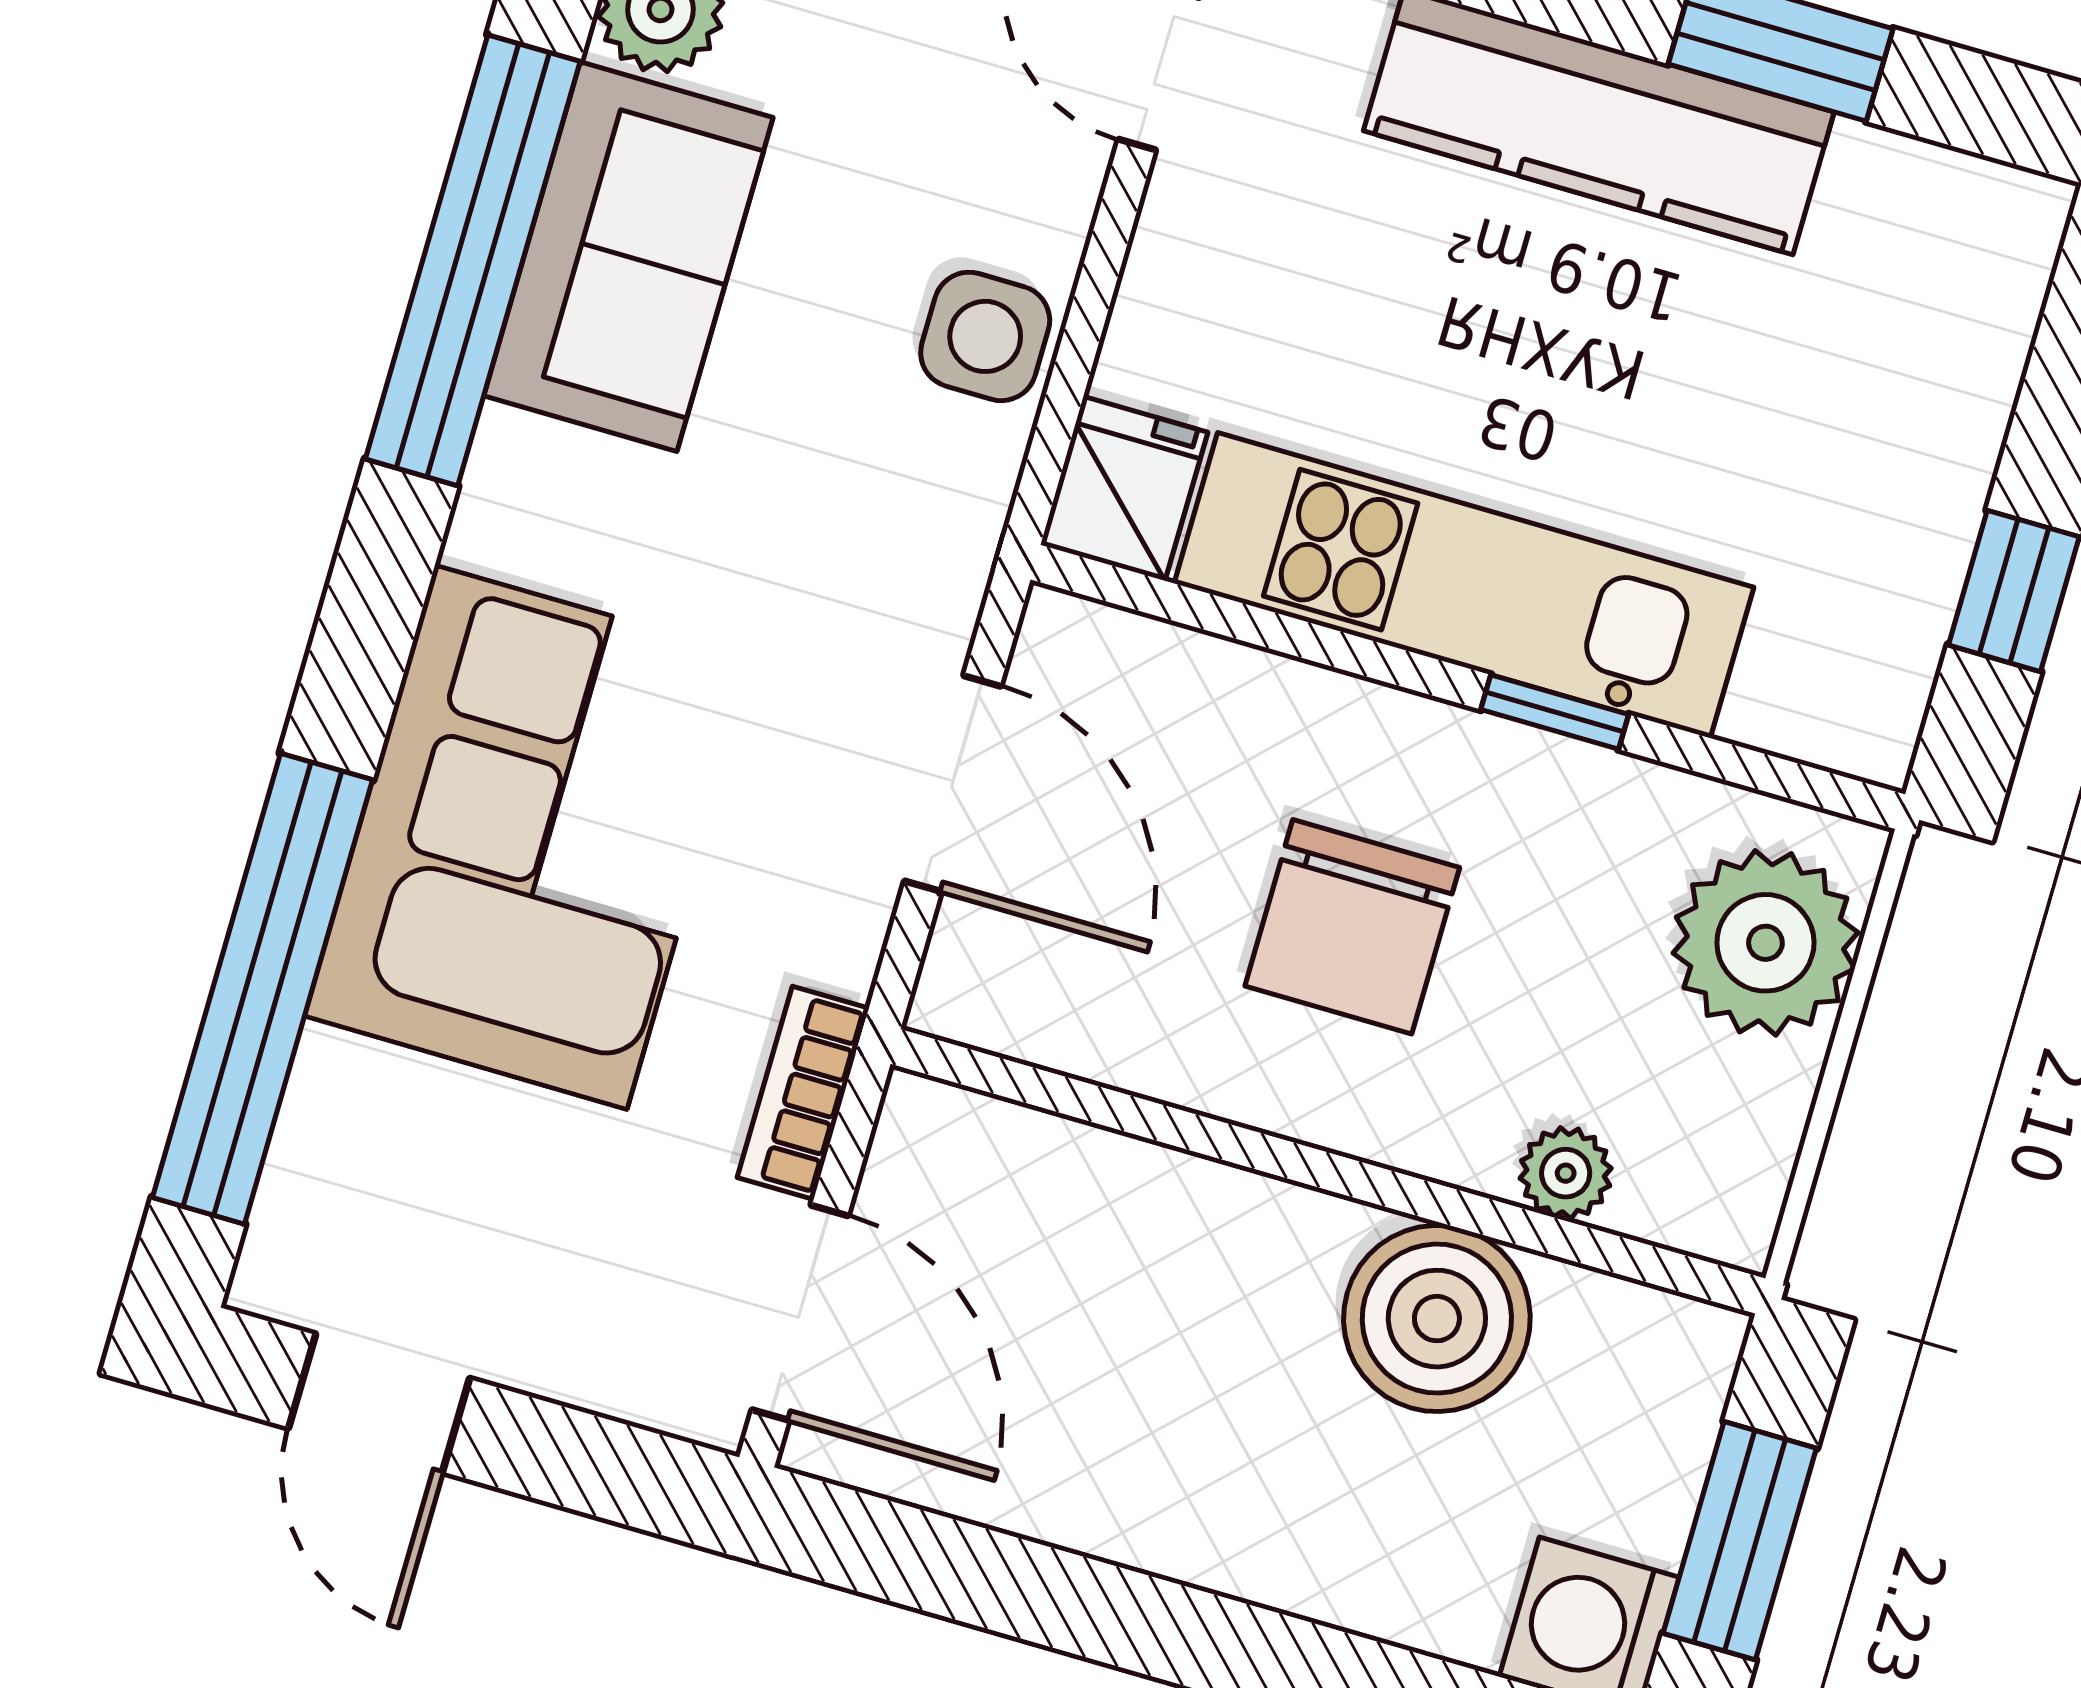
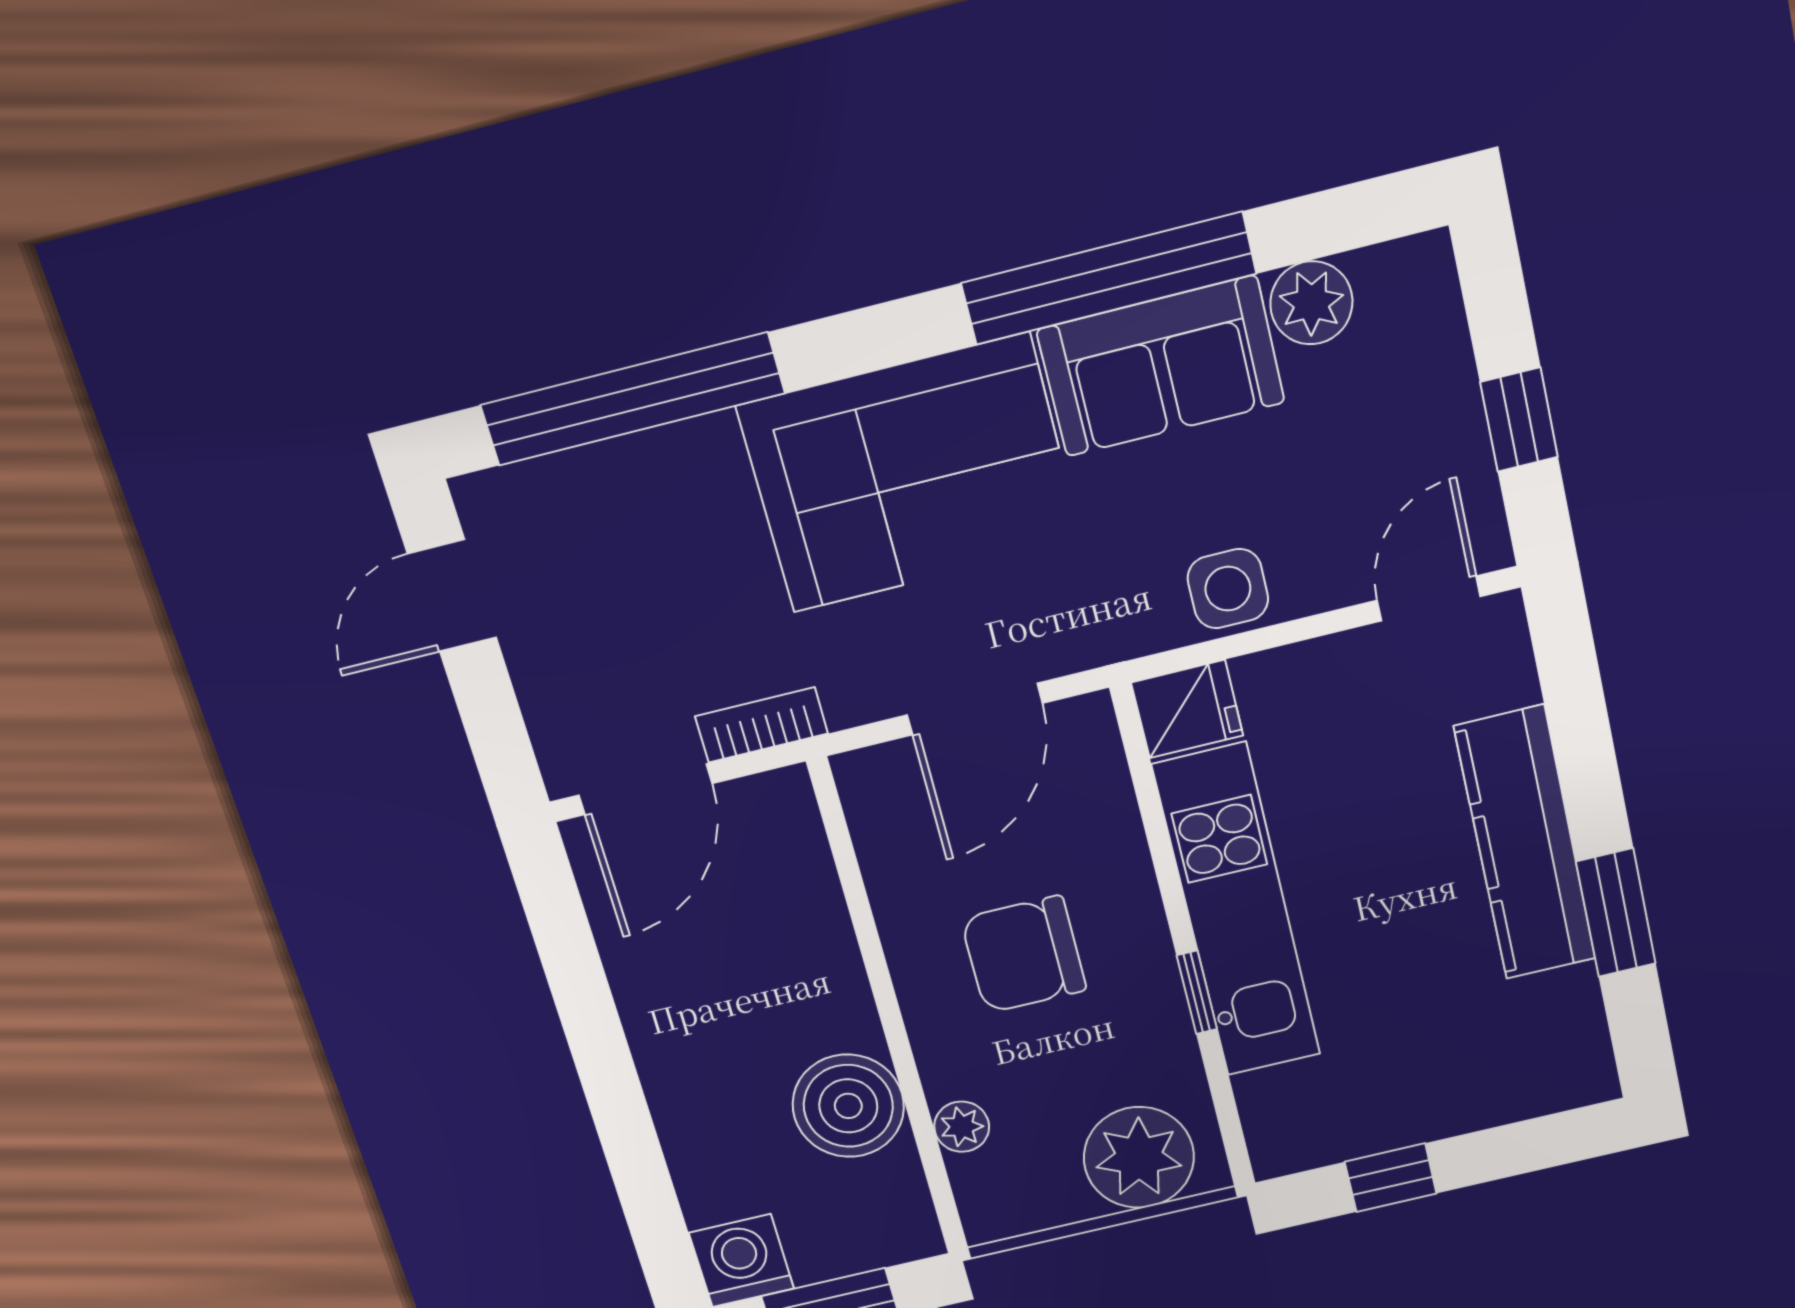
corner sofa: (531, 837) -> (910, 474), moved

